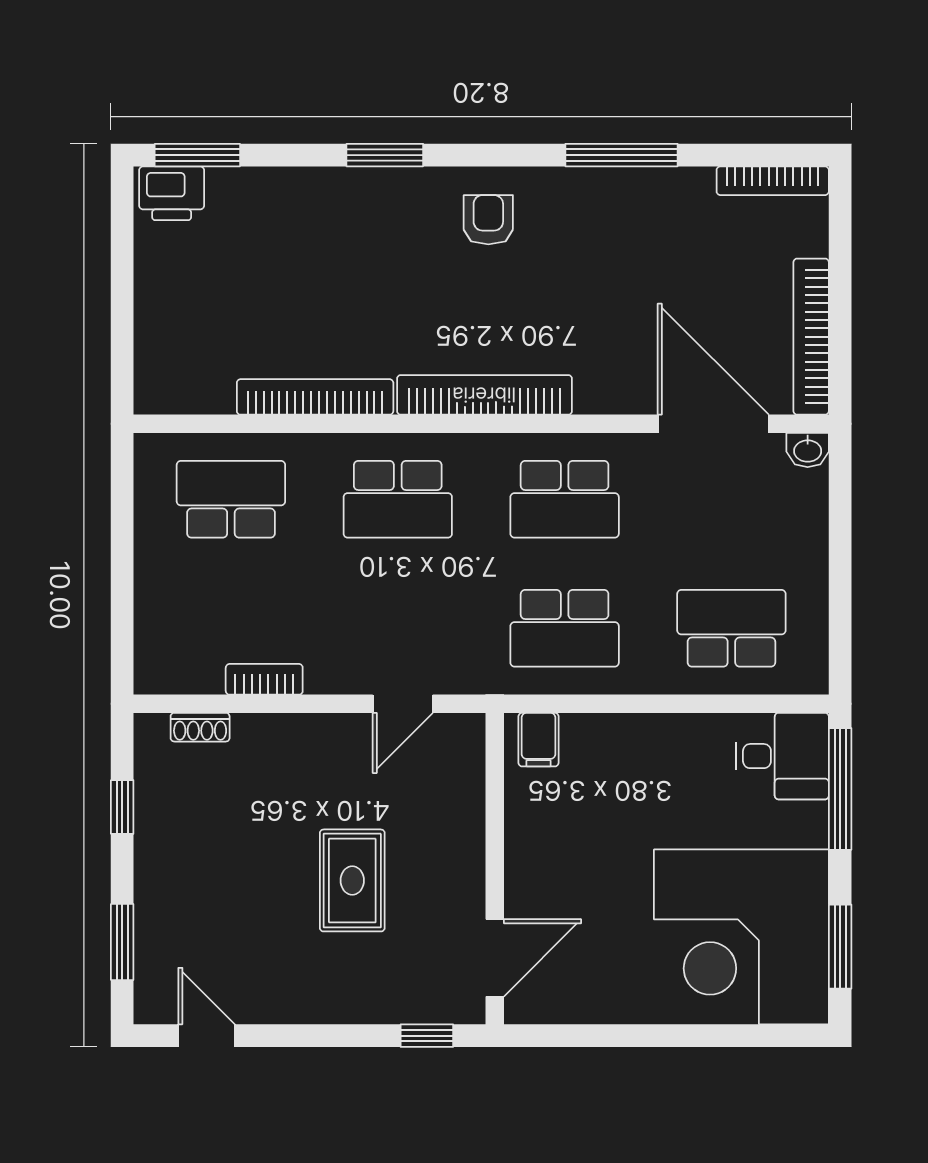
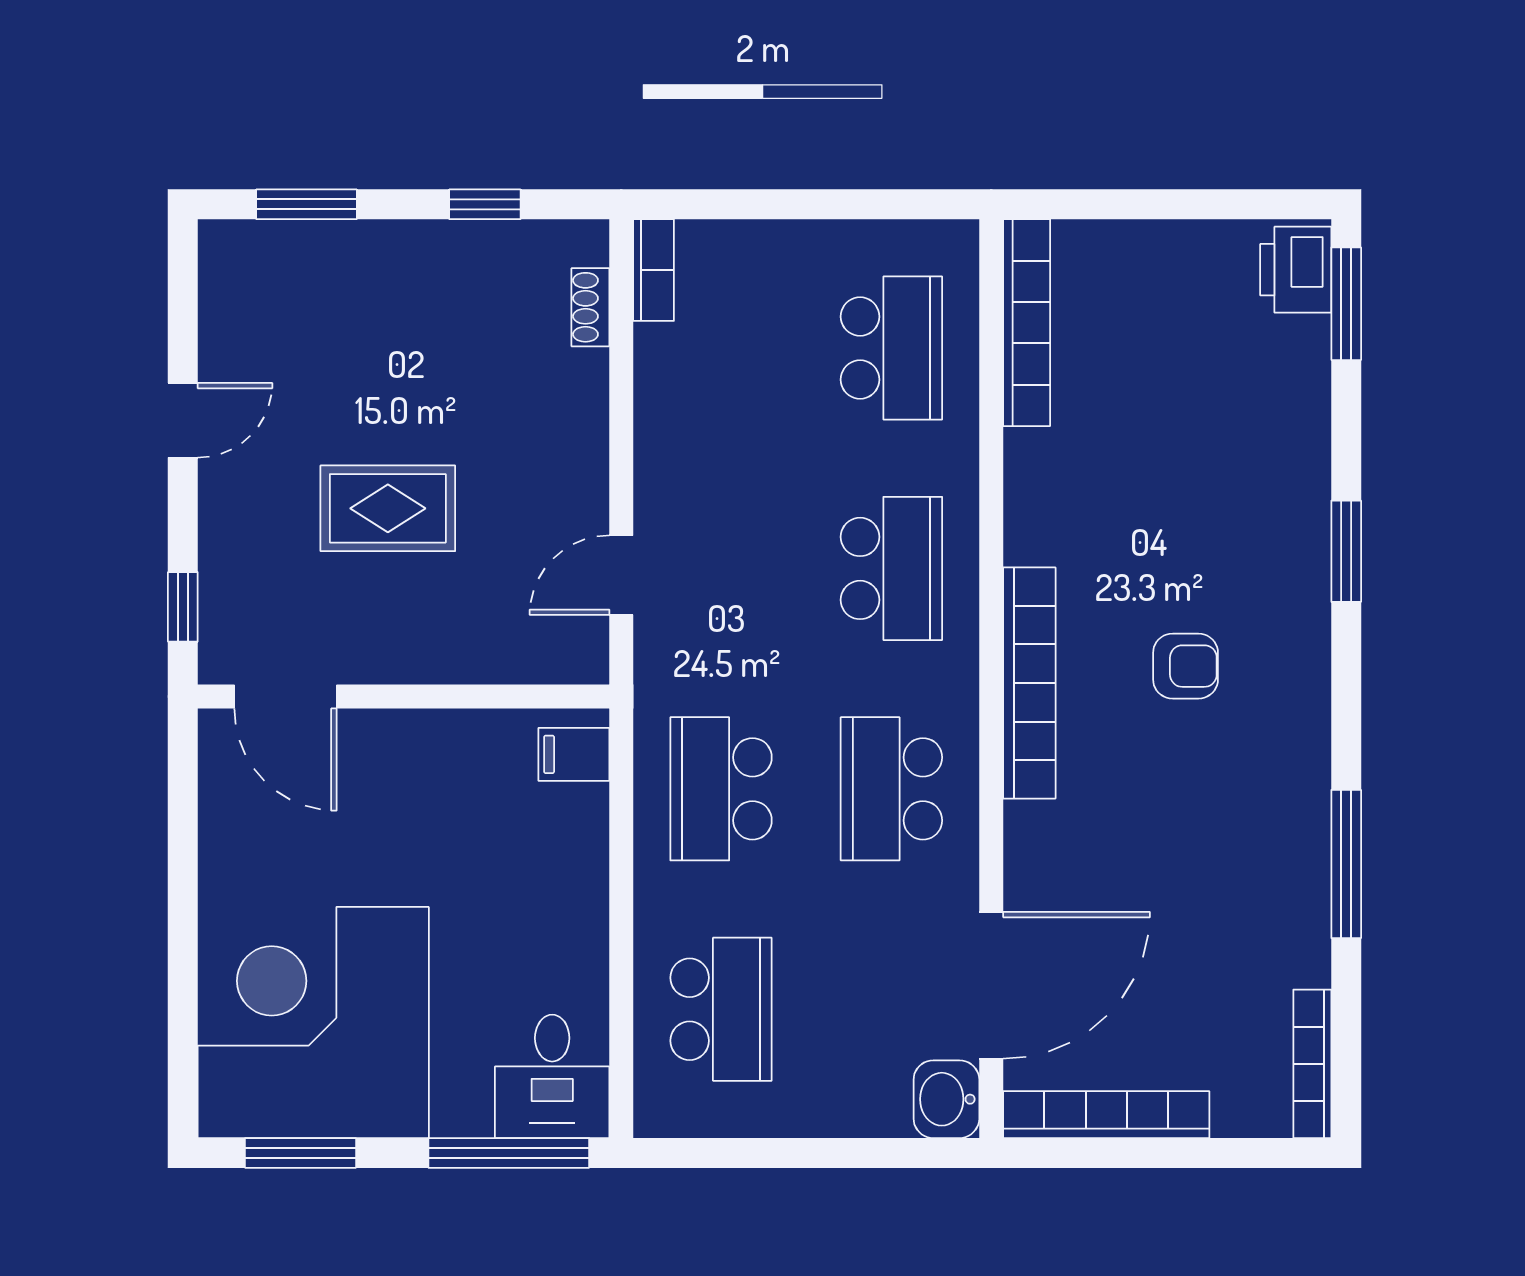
armchair: (488, 220) -> (1186, 666), moved
bookcase: (315, 397) -> (1027, 323), moved
washbasin: (808, 450) -> (946, 1099), width x1.38, depth x1.45
school desk: (398, 499) -> (891, 568), turned 180
bookcase: (264, 679) -> (654, 270), moved
door: (403, 704) -> (621, 575), hinge flipped
door: (207, 1036) -> (183, 420), moved

